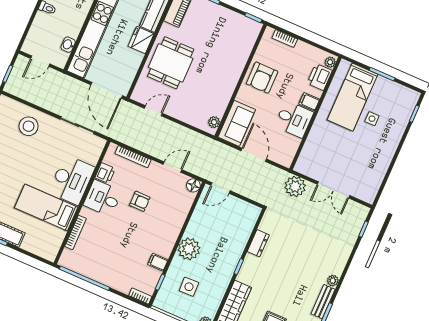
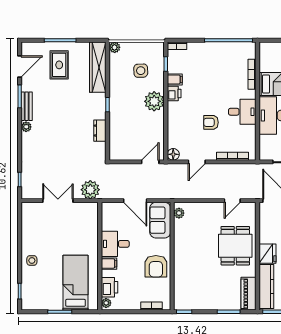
armchair: (262, 78) -> (156, 266), turned 180
side table: (372, 119) -> (32, 260), moved
printer: (105, 173) -> (174, 94), moved, turned 180

